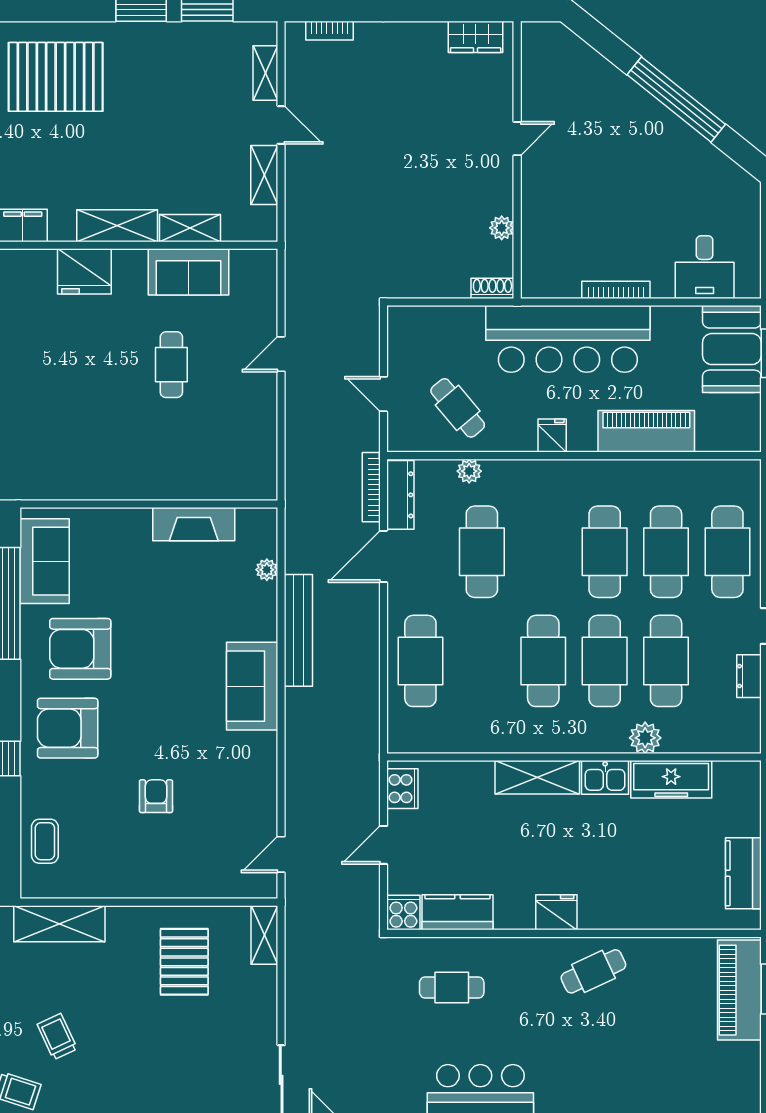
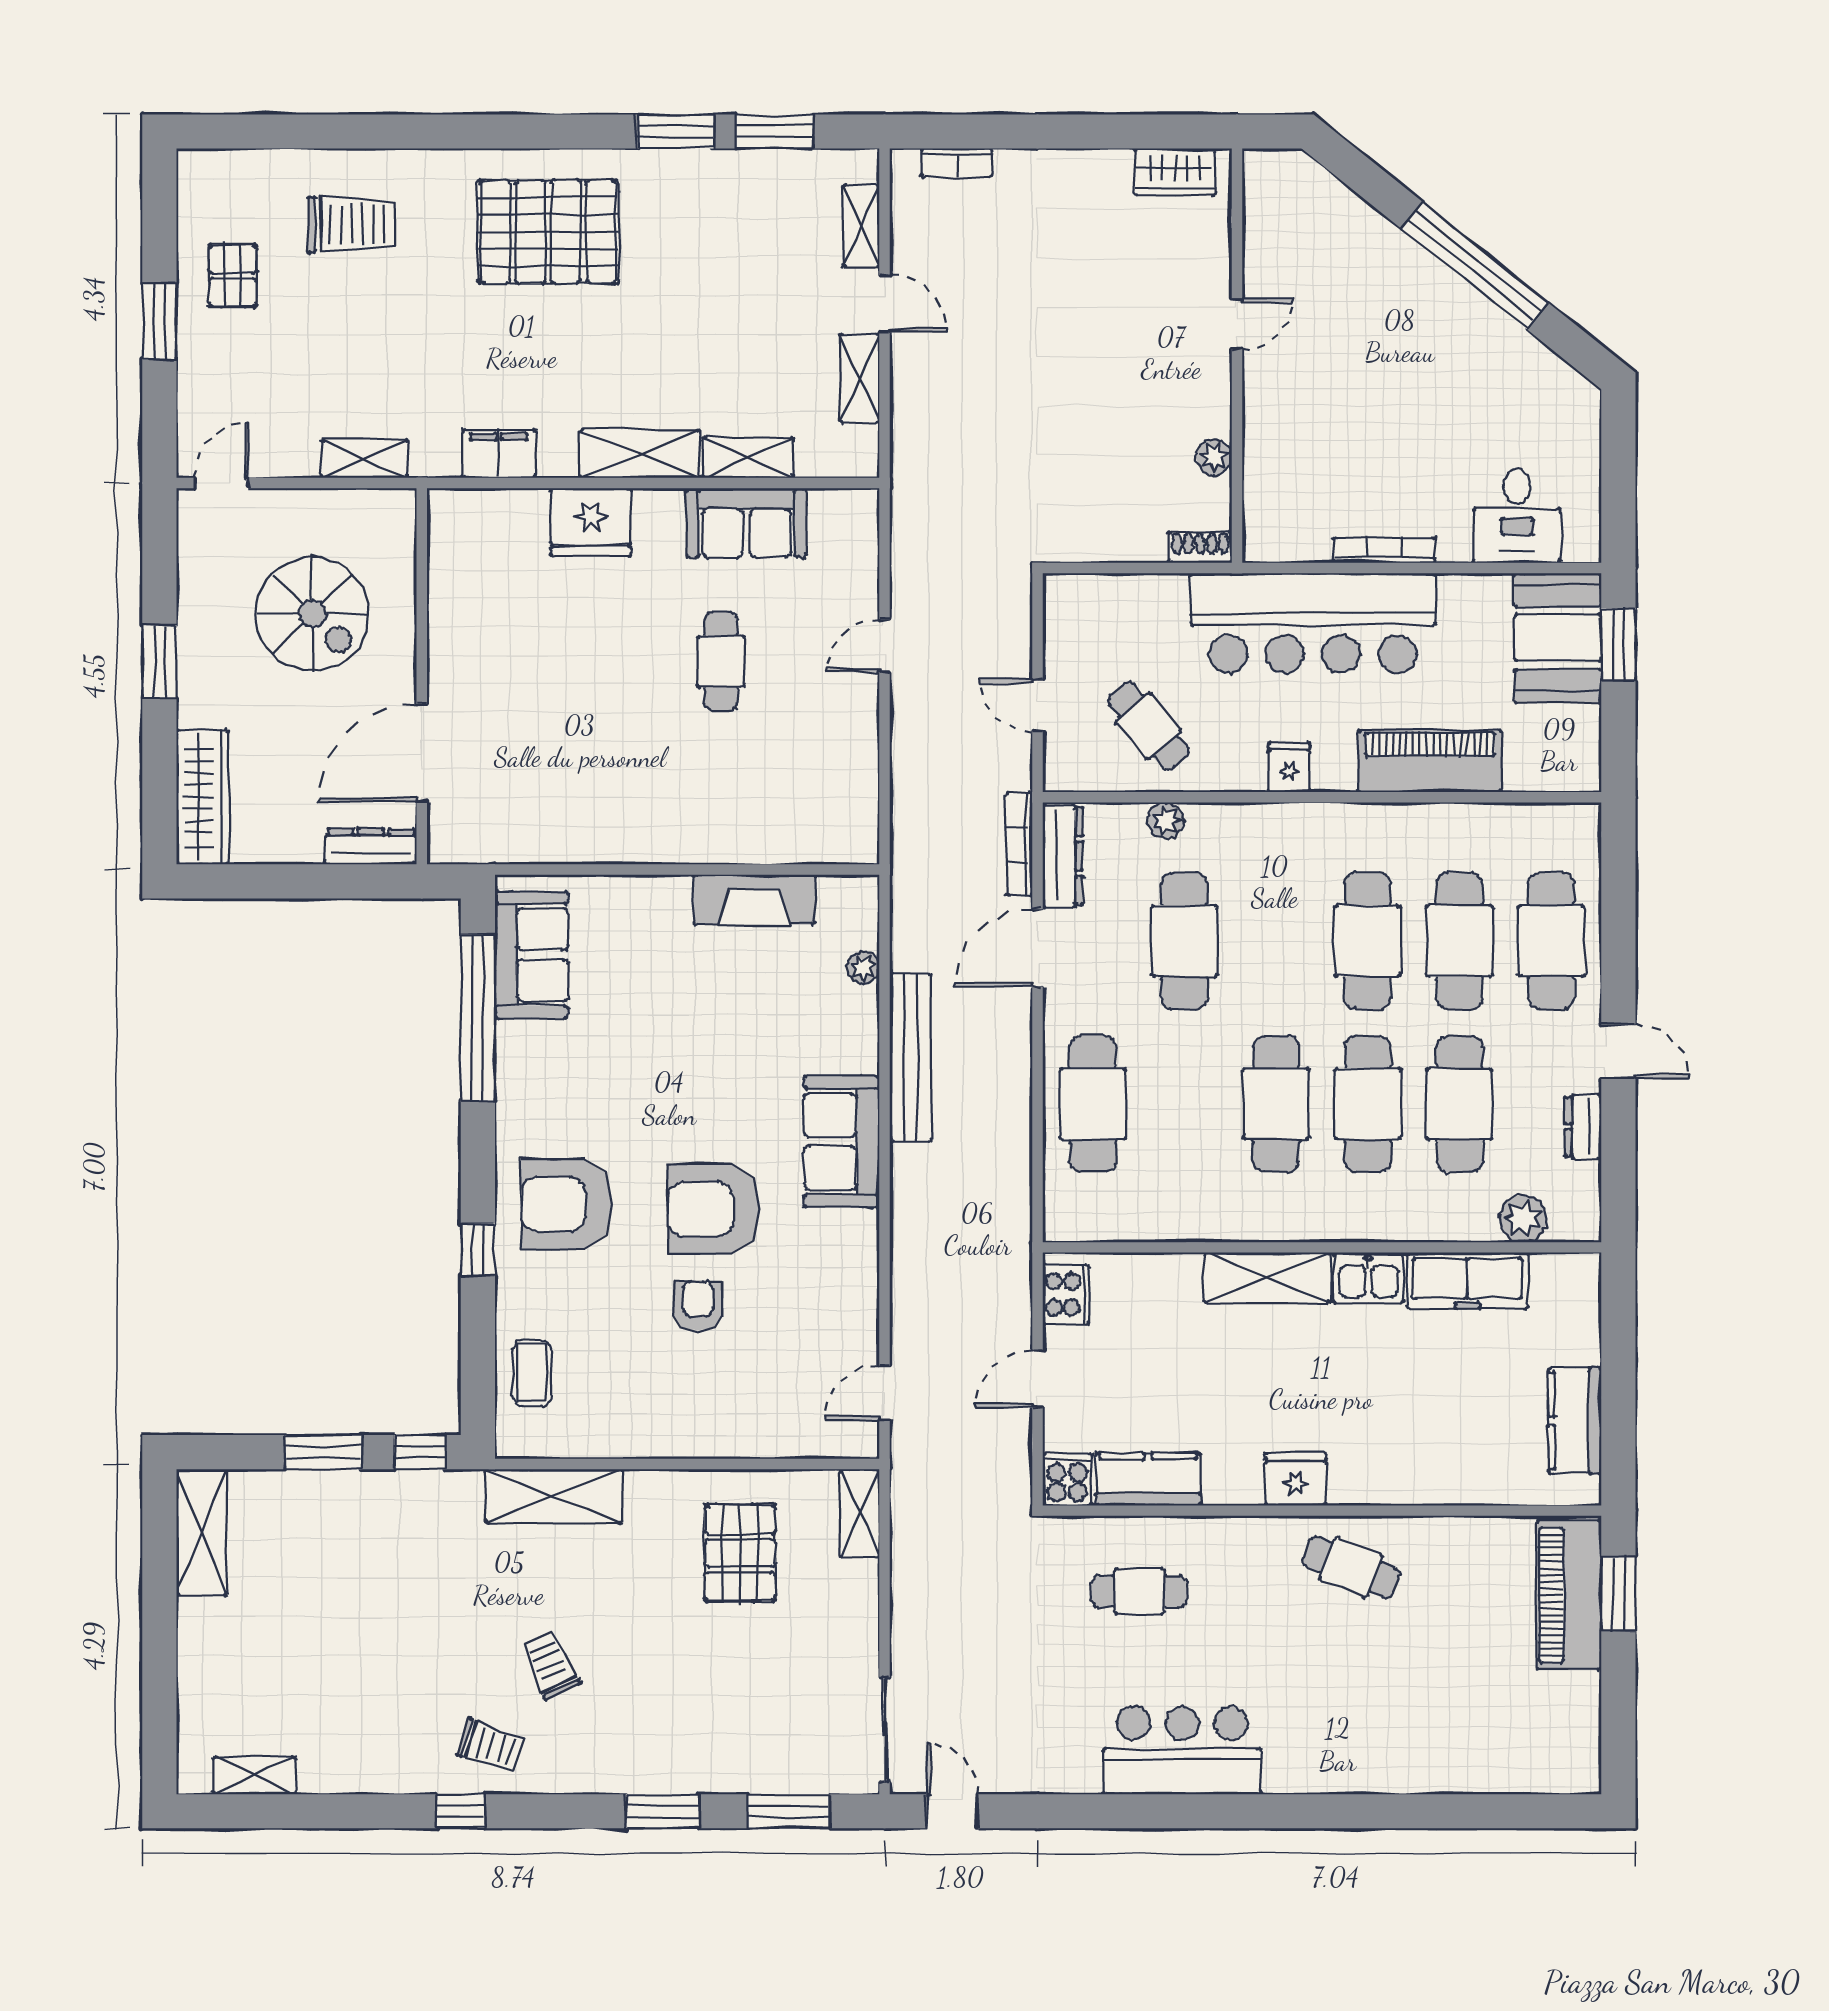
armchair: (80, 649) -> (713, 1209), moved
plant: (645, 738) -> (1523, 1219), moved
cafe table: (593, 971) -> (1351, 1567), turned 47

